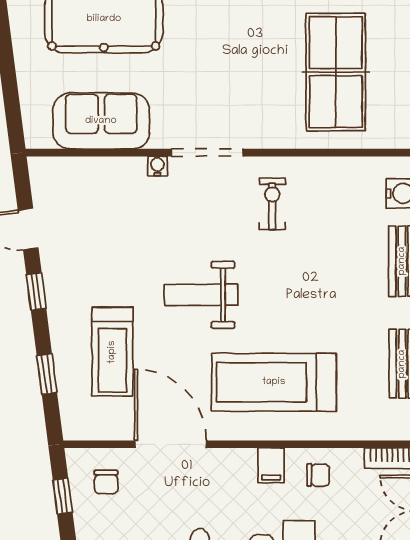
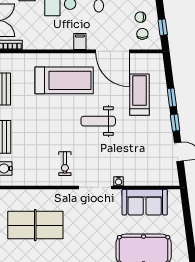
table tennis table: (336, 72) -> (35, 225), turned 90
weight bench: (201, 295) -> (98, 121), turned 180
window: (47, 374) -> (172, 97), moved
filing cabinet: (271, 465) -> (80, 42), moved
chair: (318, 475) -> (140, 17), moved

